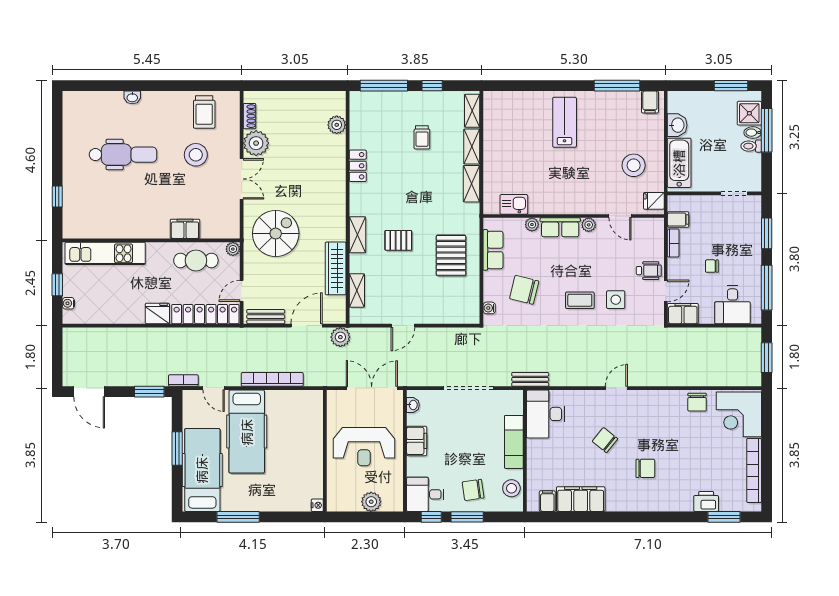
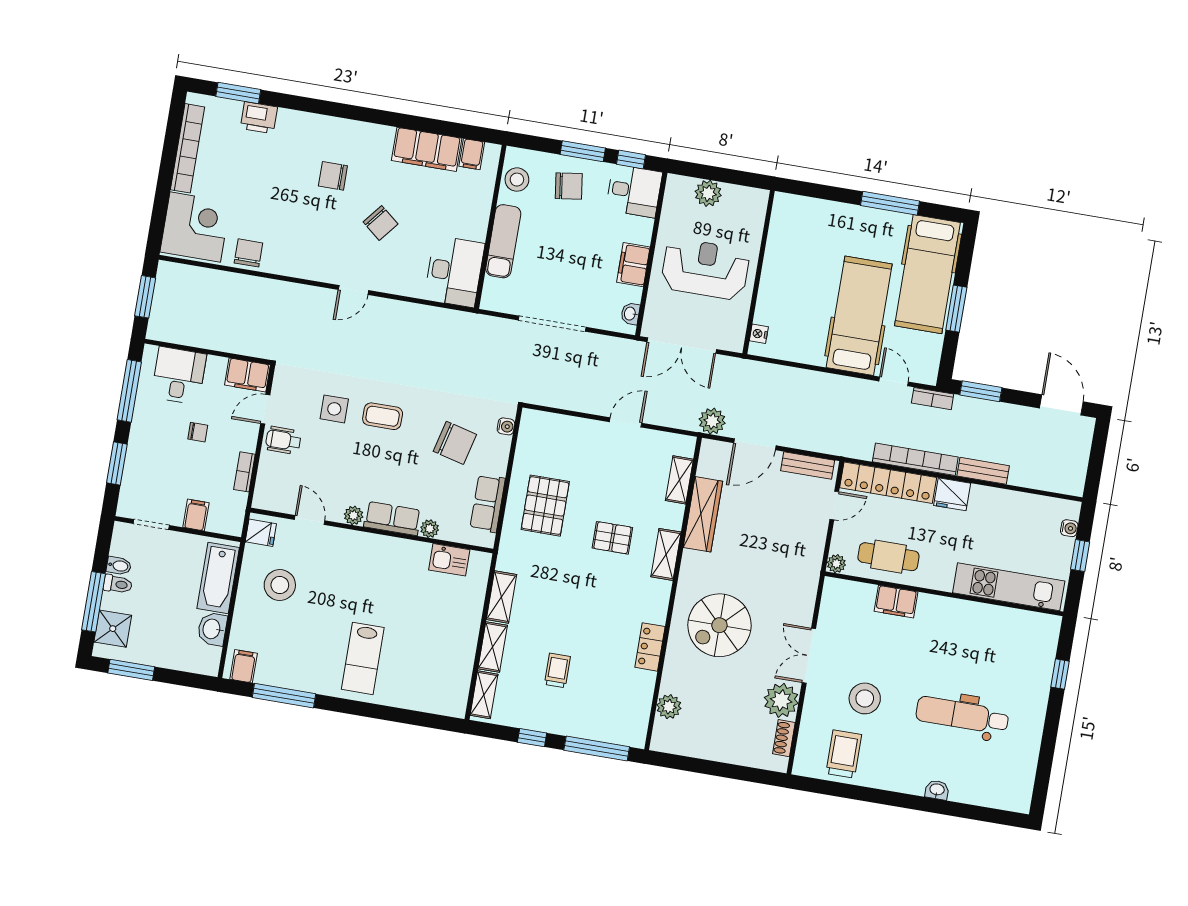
bidet: (753, 133) -> (119, 566), moved
filing cabinet: (678, 220) -> (196, 515), moved, turned 90
spiral stairs: (276, 234) -> (719, 625), moved
bookcase: (272, 379) -> (915, 459), moved, turned 180
bench: (530, 379) -> (983, 471), moved
nightstand: (317, 505) -> (759, 334), moved

